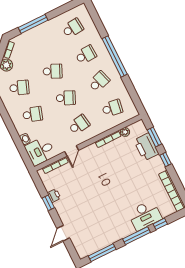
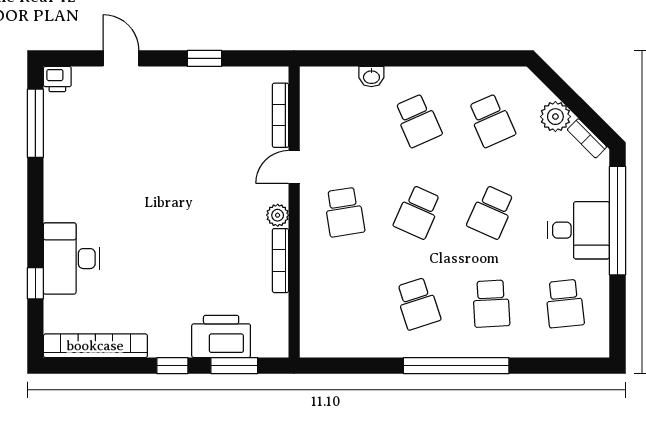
window: (33, 24) -> (618, 221), width x1.46
school desk: (19, 88) -> (491, 120), turned -45
school desk: (112, 108) -> (344, 304), removed
school desk: (33, 114) -> (418, 120), turned -42
plant: (125, 132) -> (278, 215), moved
desk: (40, 151) -> (579, 230), moved, turned 90
door: (72, 151) -> (294, 167), hinge flipped
printer: (54, 196) -> (57, 79), moved
window: (136, 236) -> (35, 218), removed

